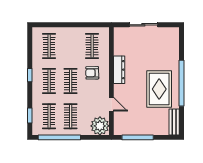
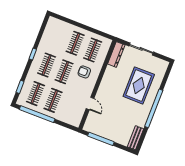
clothes rail: (49, 46) -> (75, 43), moved
dresser: (119, 70) -> (116, 54), moved
rug: (159, 89) -> (139, 85), moved
plant: (100, 126) -> (74, 118), removed

